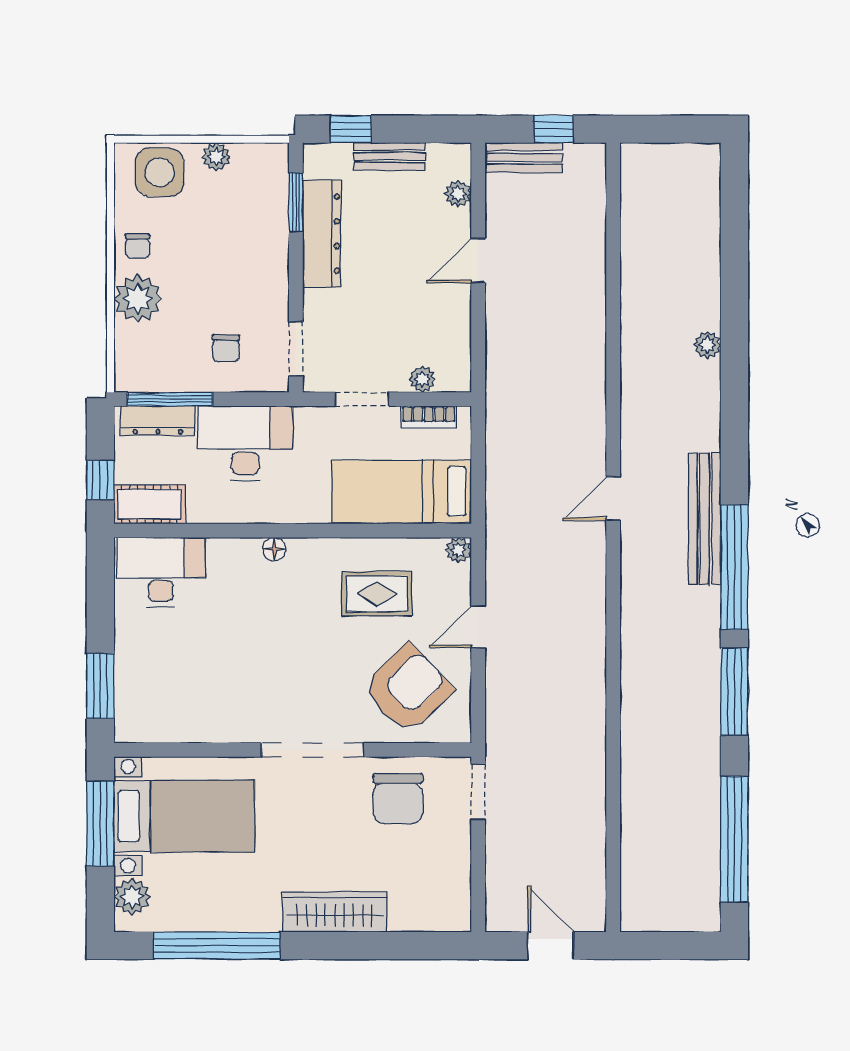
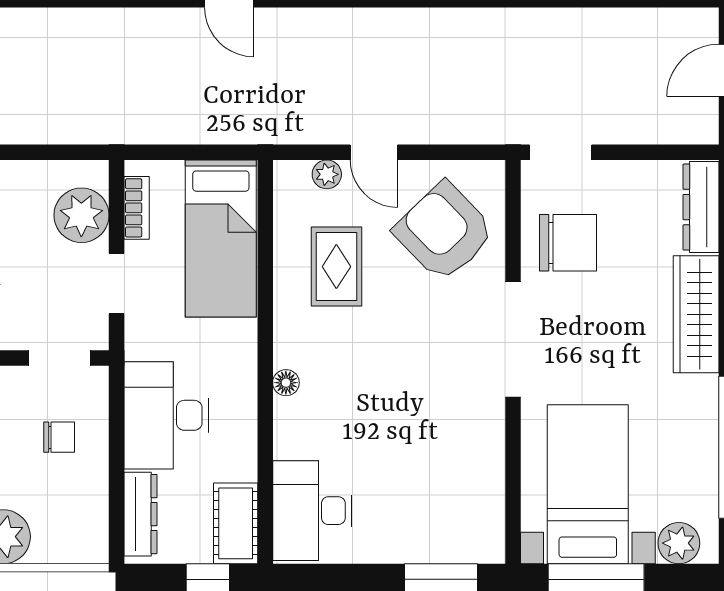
plant: (422, 379) -> (81, 215), width x1.88, depth x1.88
window: (170, 399) -> (117, 500), removed
plant: (459, 550) -> (327, 174), moved
dresser: (430, 916) -> (701, 207), added

